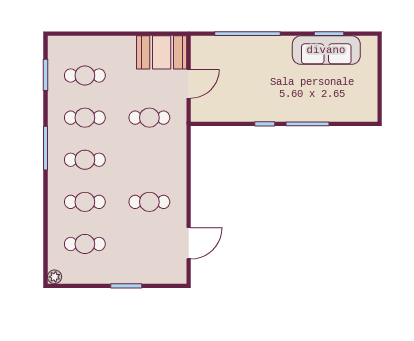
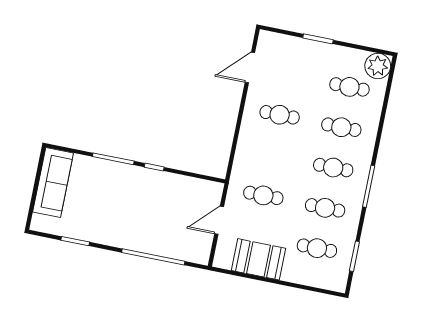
sofa: (326, 50) -> (53, 182), moved, turned 90
booth: (162, 52) -> (258, 259), moved
plant: (55, 277) -> (378, 66), width x1.87, depth x1.87

